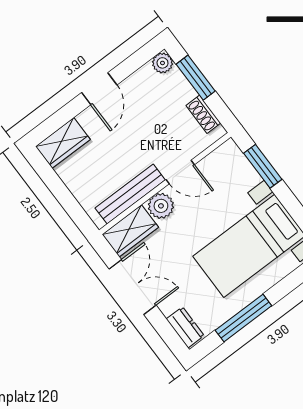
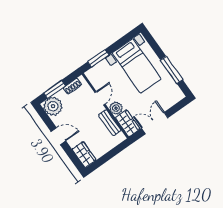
plant: (163, 63) -> (53, 106), width x1.87, depth x1.87
bench: (130, 194) -> (110, 123), width x0.73
dresser: (185, 327) -> (175, 98), removed

